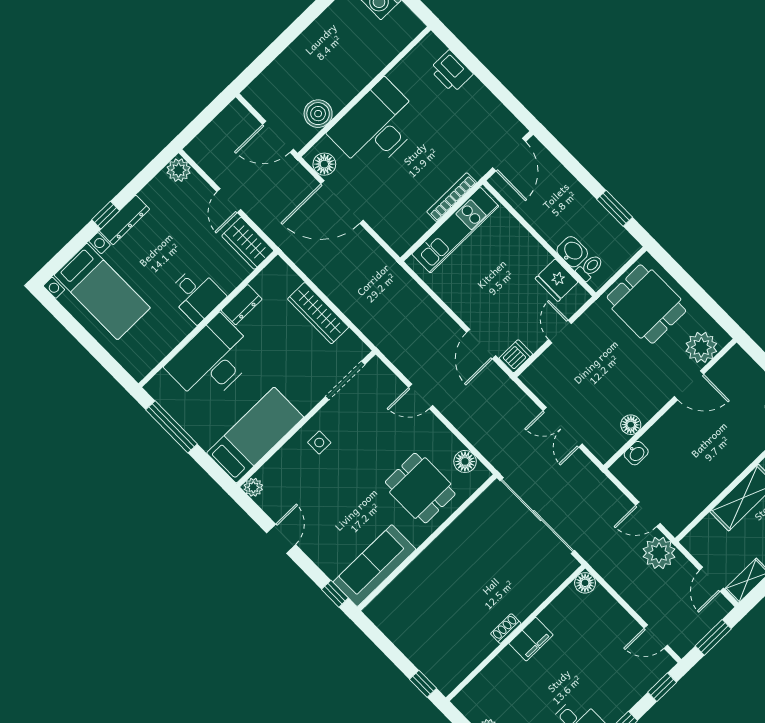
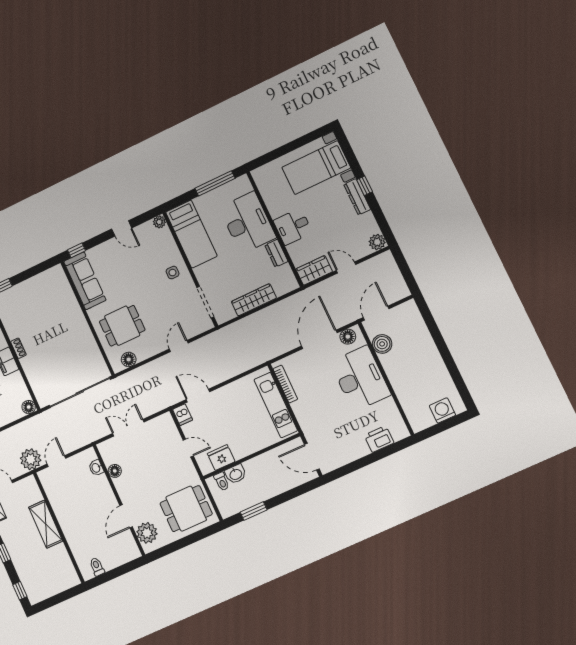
bookcase: (452, 197) -> (285, 384), moved

